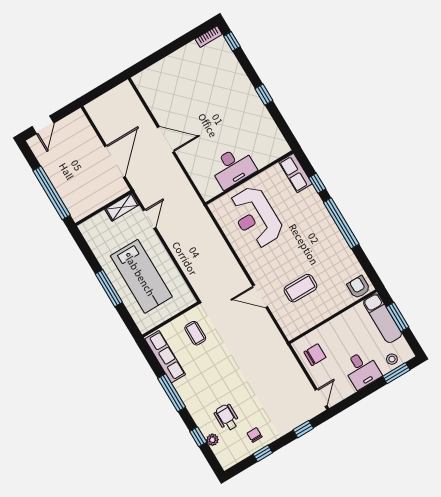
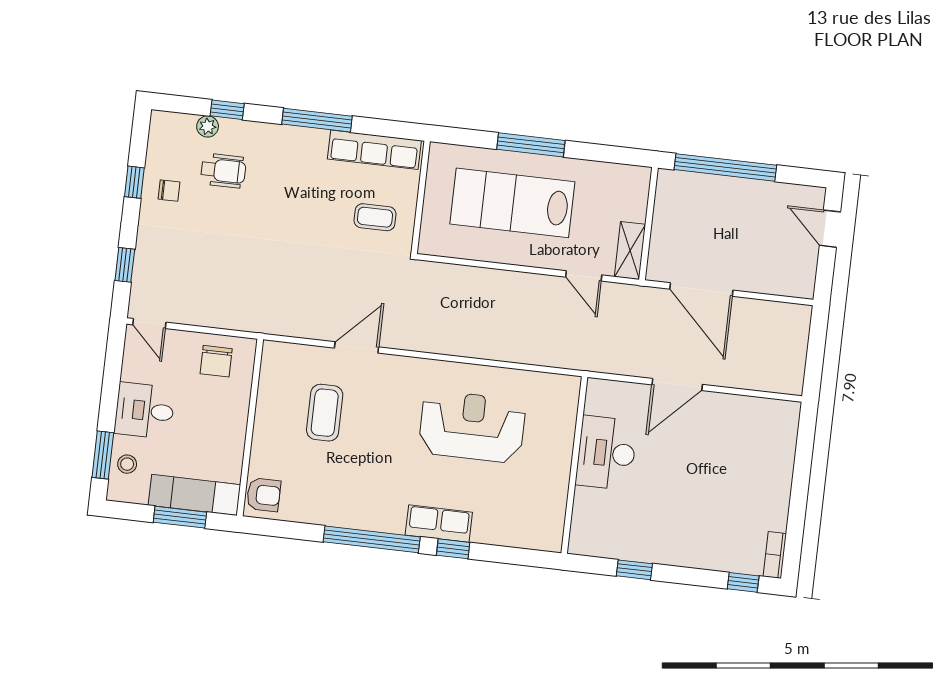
desk: (233, 167) -> (606, 453), moved
row of seats: (295, 173) -> (439, 524), moved
wall: (249, 178) -> (574, 465), moved

